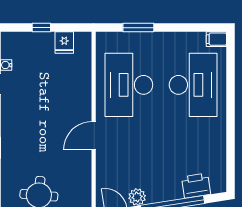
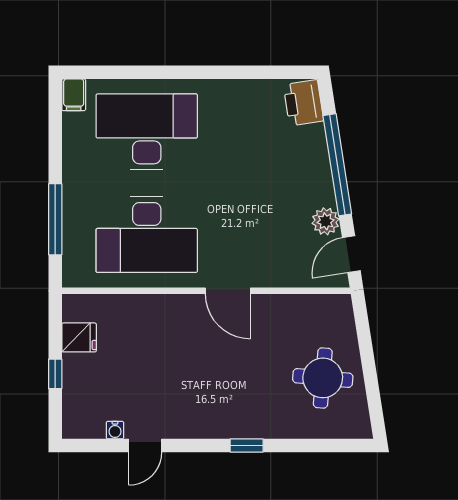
window: (138, 28) -> (55, 219), width x1.44
printer: (196, 186) -> (303, 103), moved

